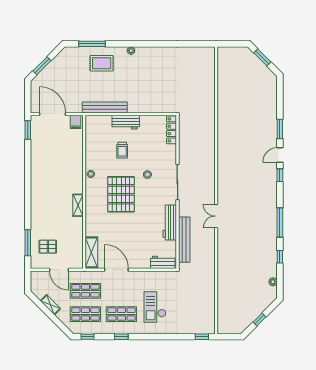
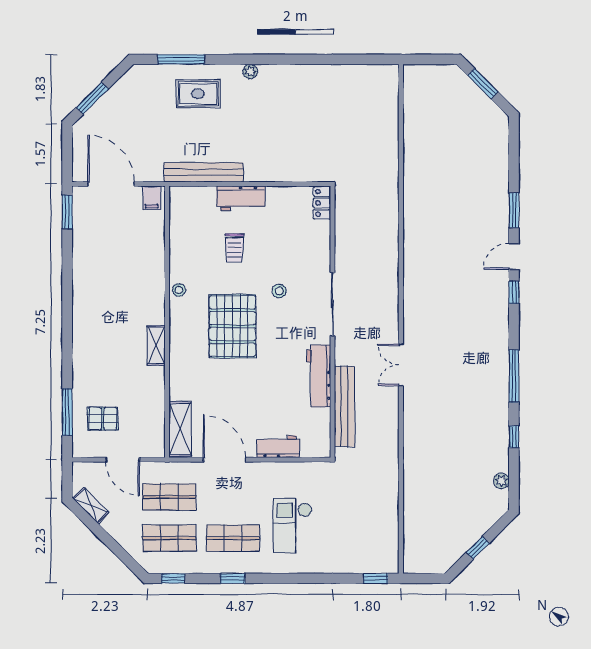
locker: (172, 130) -> (322, 203), width x0.66
workbench: (163, 262) -> (278, 447), moved
shelving: (50, 305) -> (91, 505), moved

